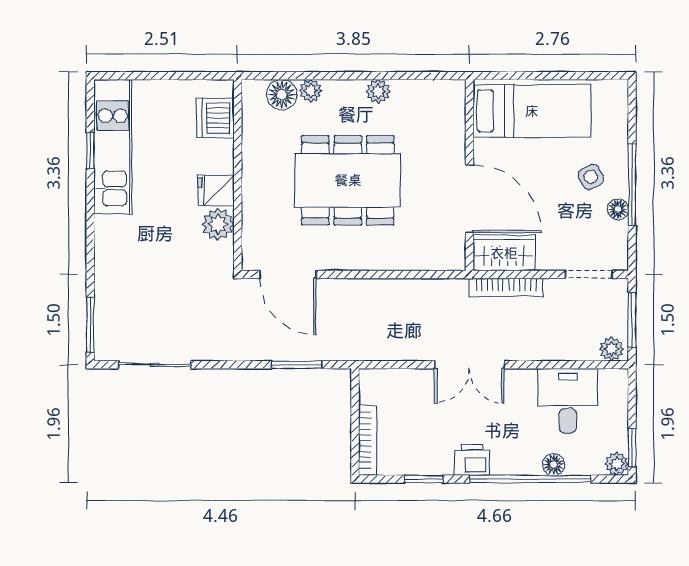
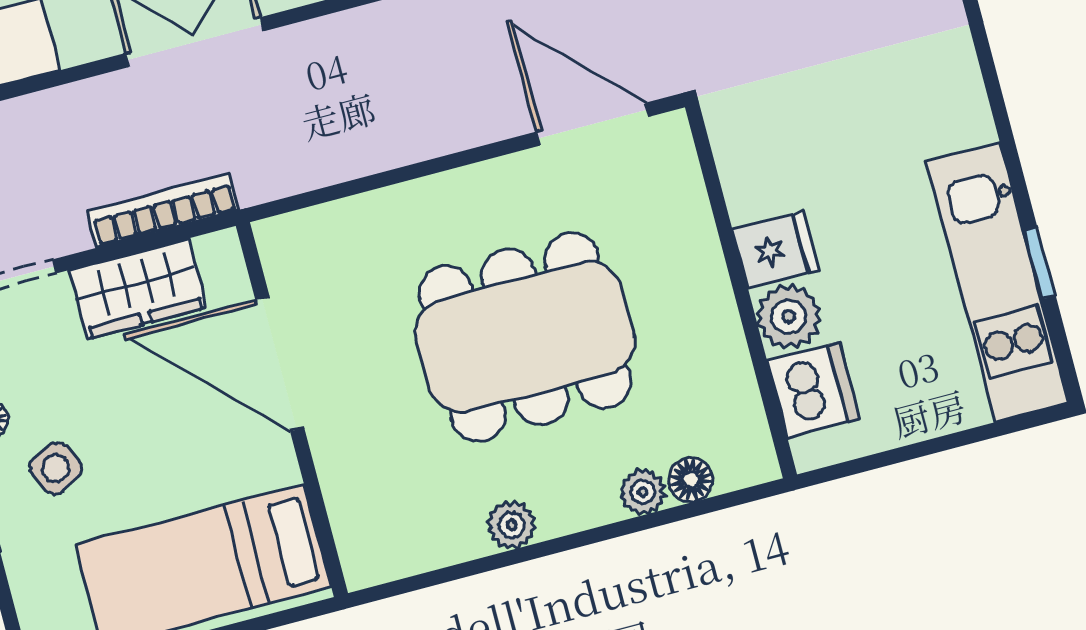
floor lamp: (282, 95) -> (691, 480), width x0.73, depth x0.73
plant: (218, 224) -> (789, 317), moved
wardrobe: (504, 253) -> (138, 289), moved

